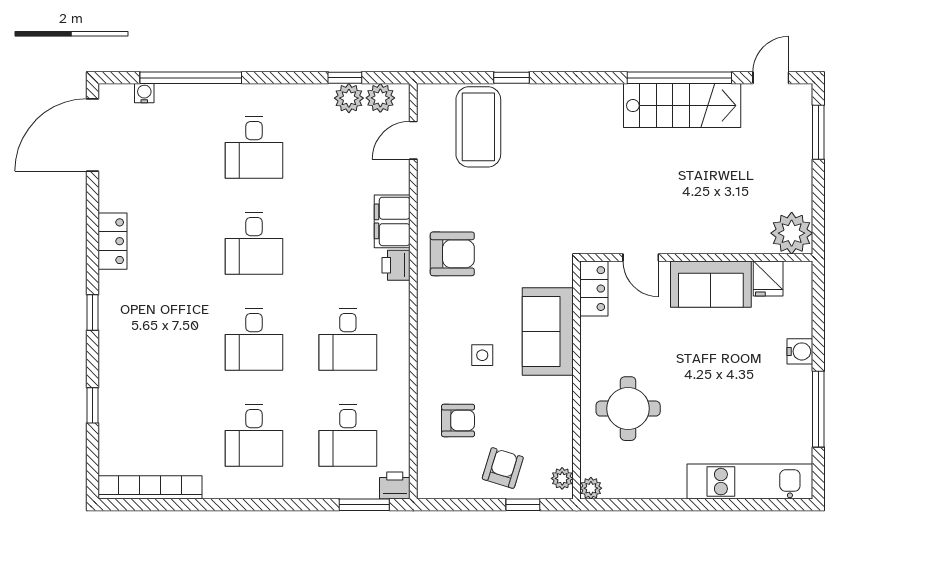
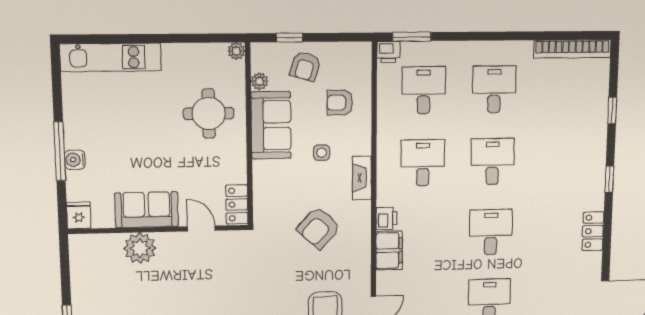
plant: (792, 233) -> (140, 248), moved
armchair: (452, 254) -> (319, 228), moved, turned -48
fridge: (768, 279) -> (79, 215), moved
fireplace: (429, 321) -> (362, 178), added
sofa: (548, 332) -> (271, 125), moved
window: (818, 409) -> (60, 151), moved
plant: (562, 478) -> (259, 81), moved

